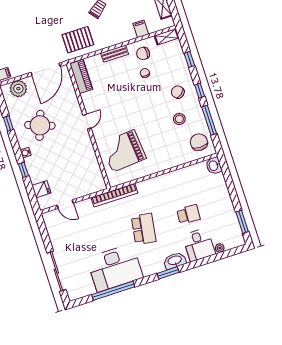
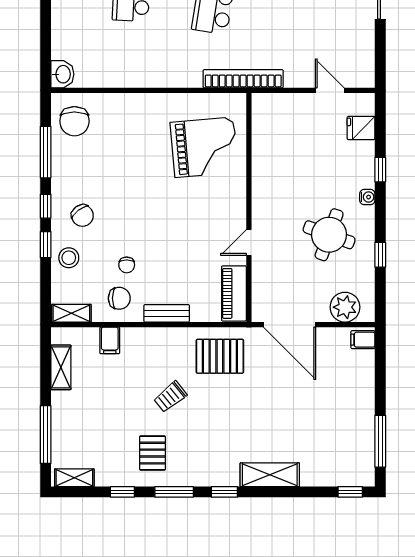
window: (189, 59) -> (46, 245), moved
door: (46, 69) -> (290, 325), swing flipped
stool: (179, 119) -> (69, 258), moved
door: (87, 122) -> (249, 243), moved

